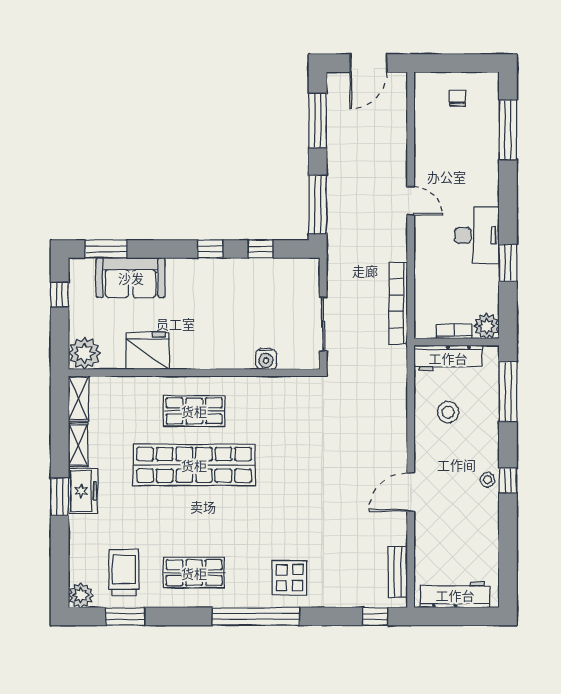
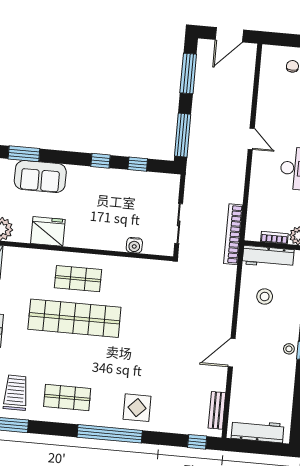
bookcase: (398, 303) -> (233, 234), moved

